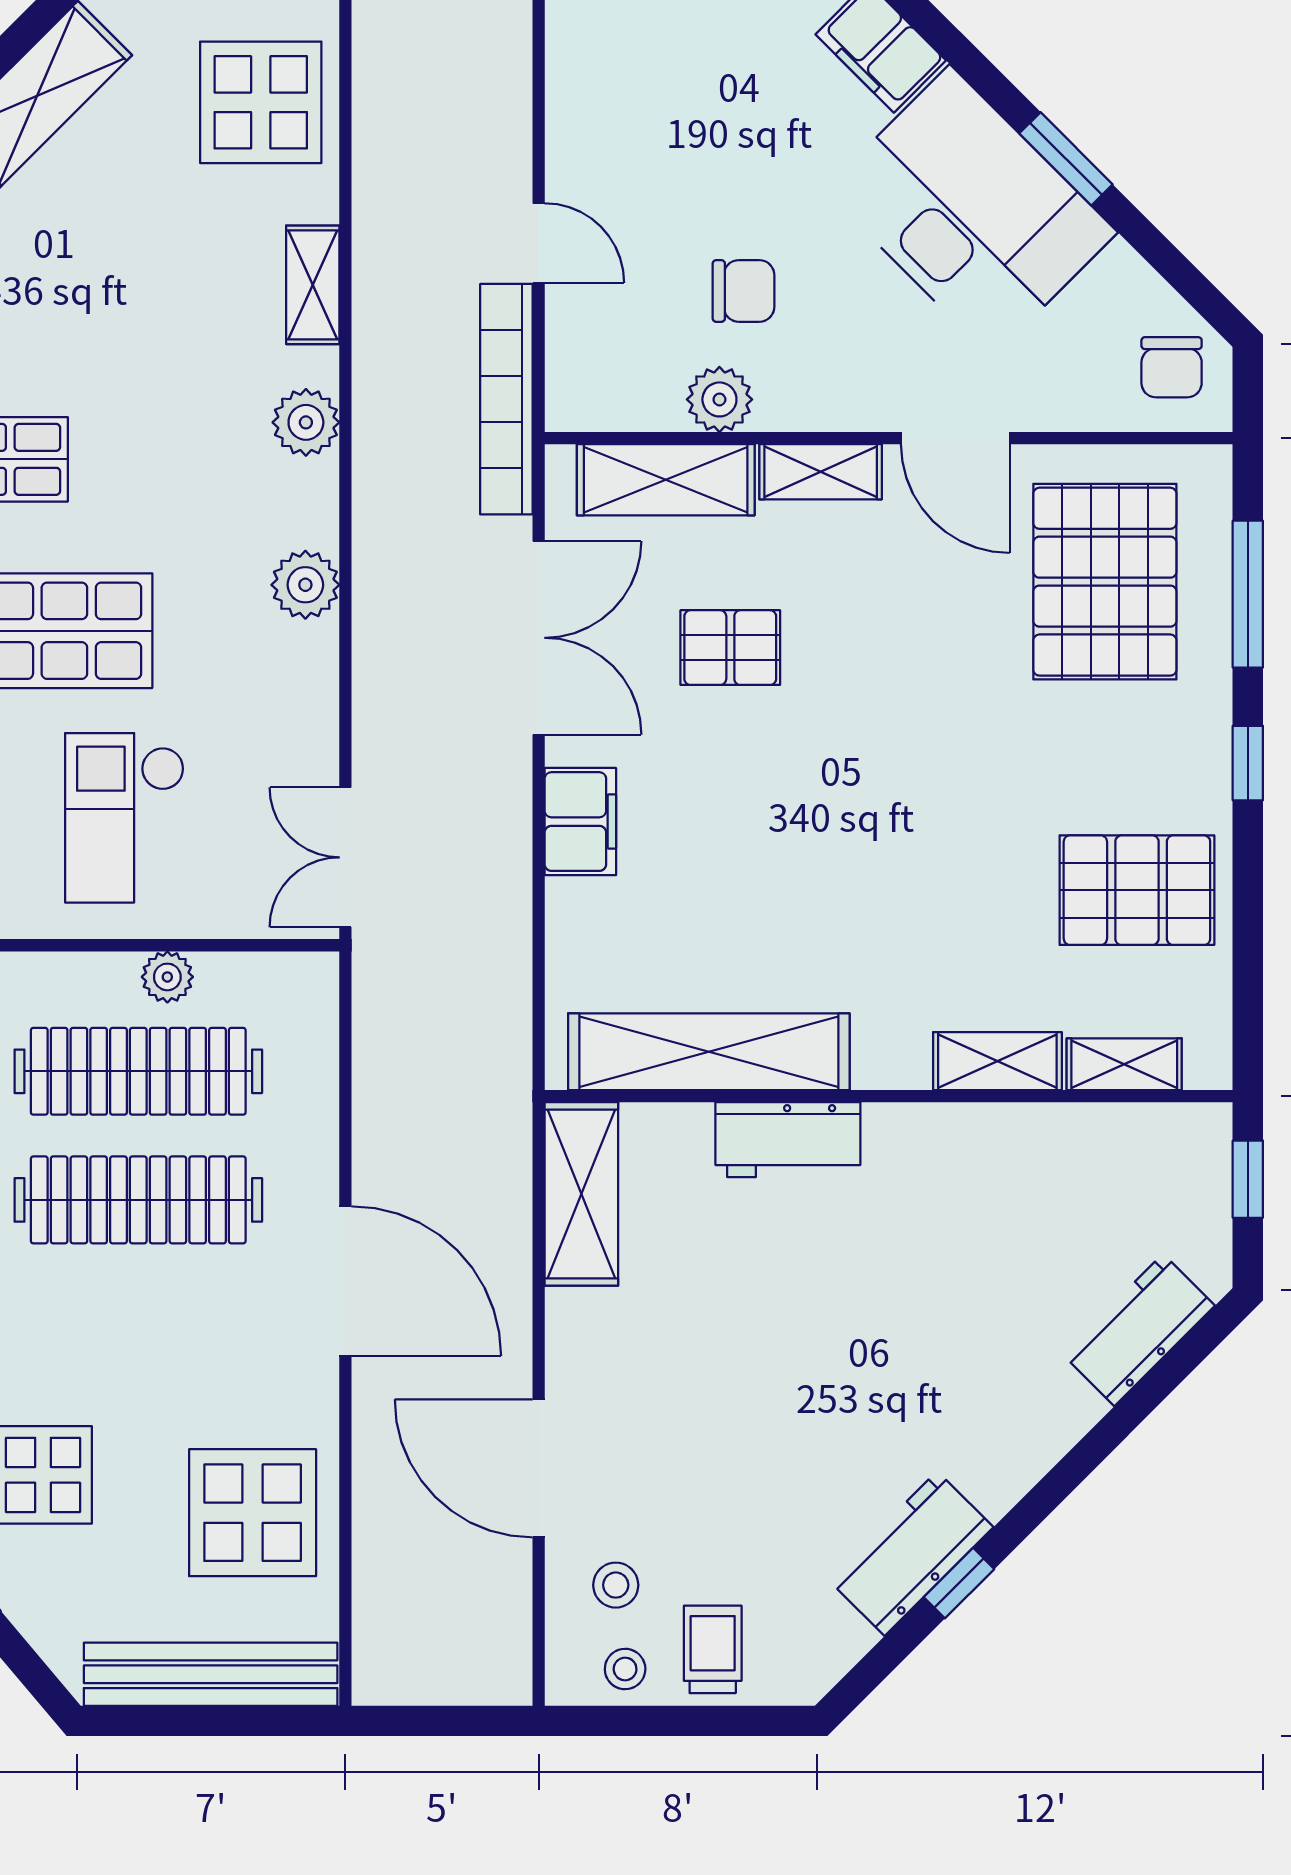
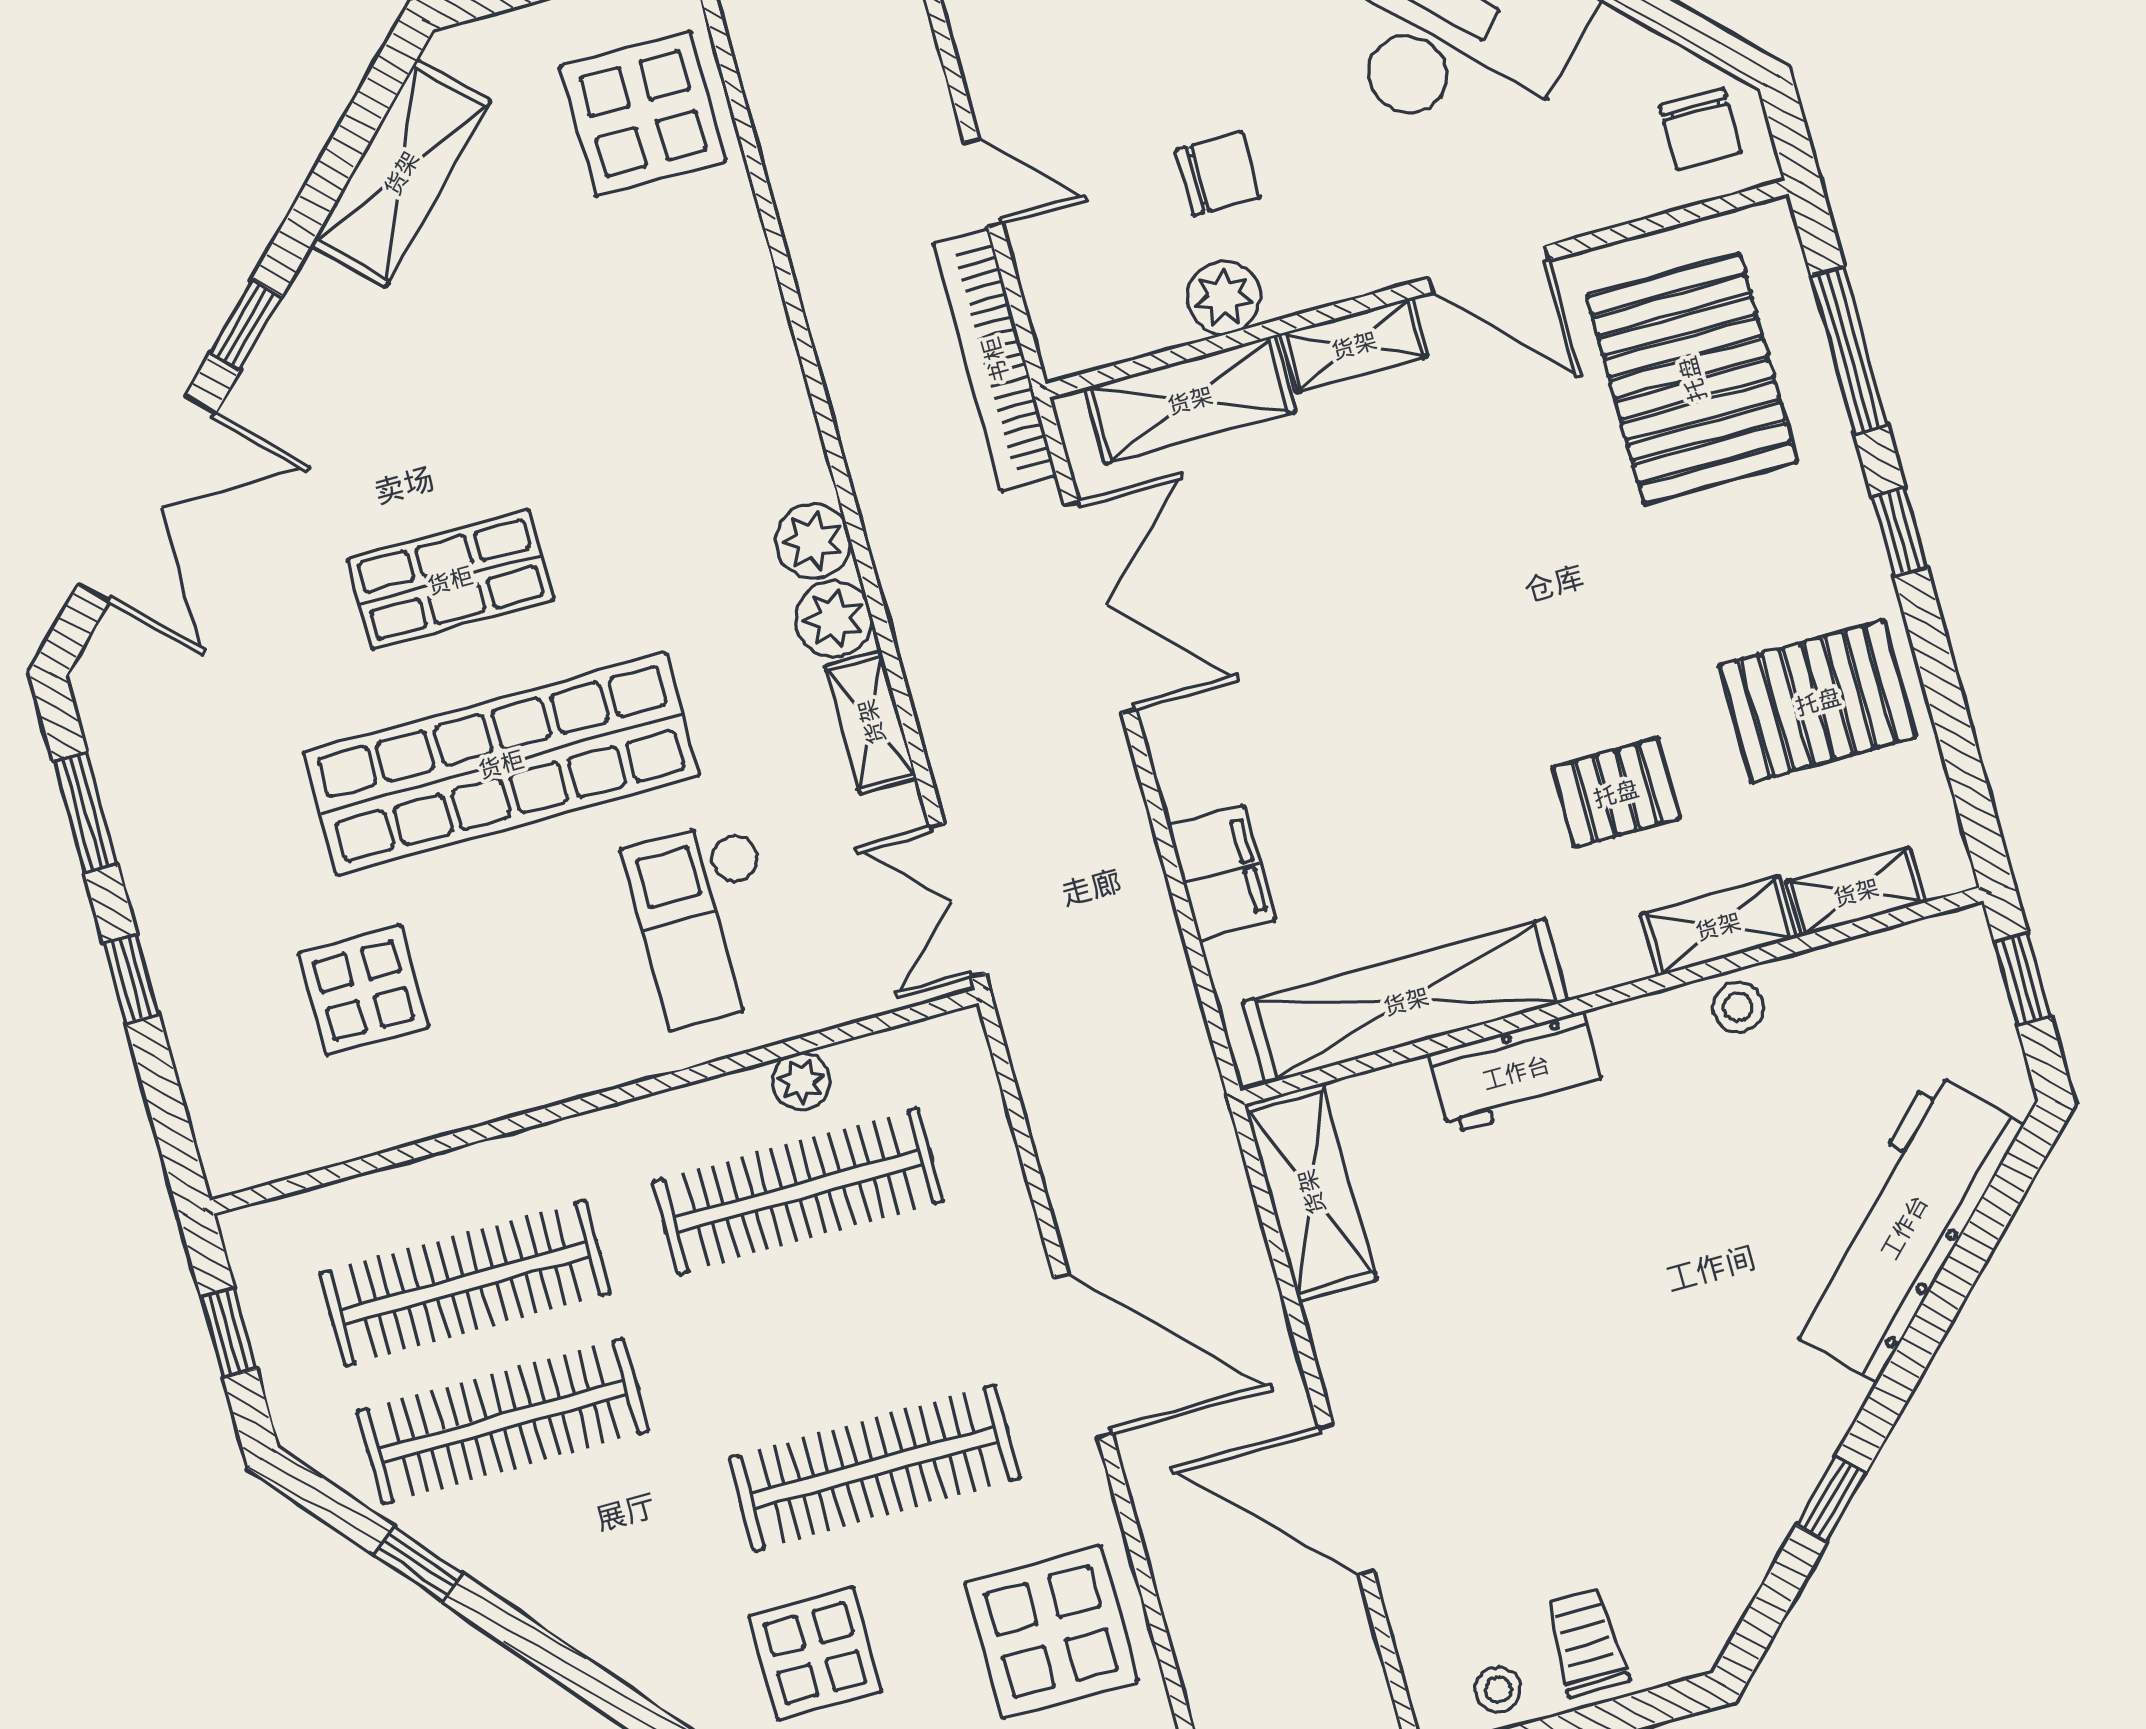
shelving: (313, 285) -> (871, 722), moved
plant: (306, 422) -> (813, 541), moved
pallet: (730, 648) -> (1616, 793), moved
filing cabinet: (580, 822) -> (1222, 873), moved
clothes rail: (138, 1200) -> (874, 1468), moved
workbench: (1139, 1330) -> (1904, 1227), width x1.88, depth x1.32
workbench: (911, 1553) -> (1771, 1481), removed
stool: (616, 1585) -> (1738, 1007), moved

